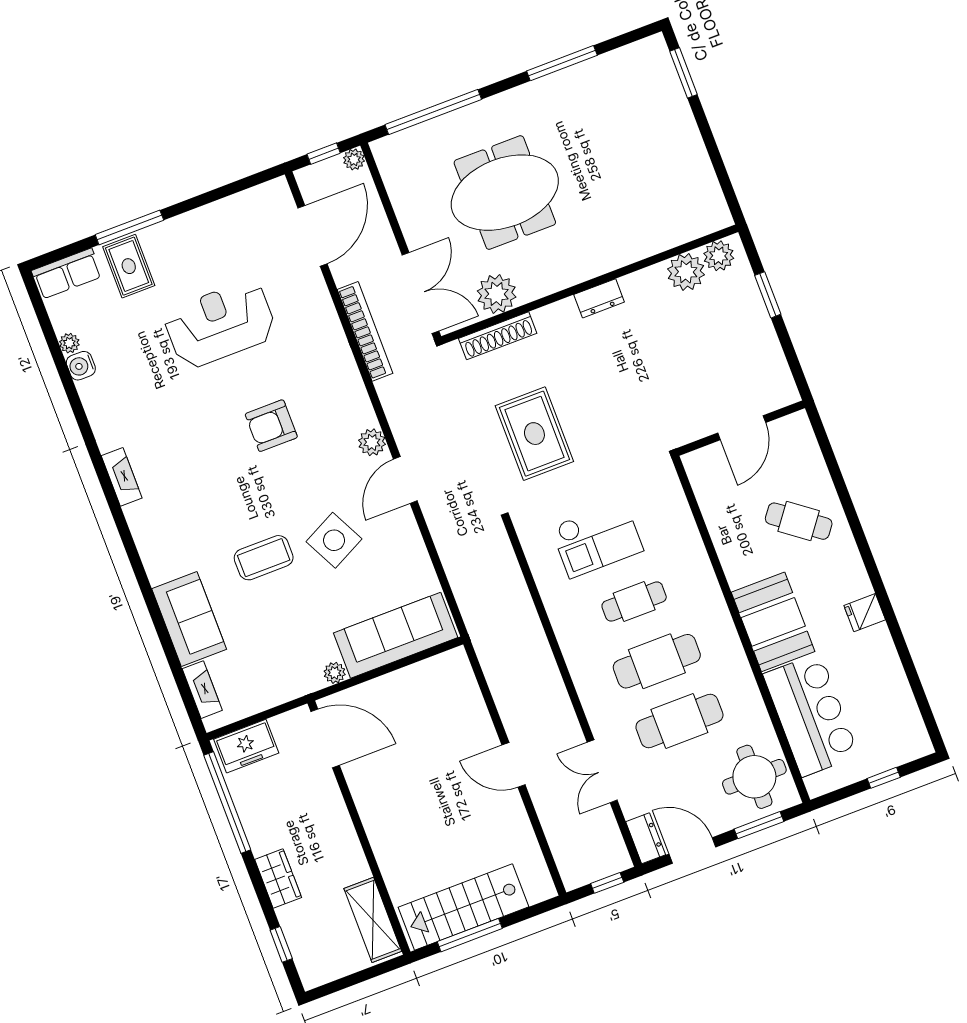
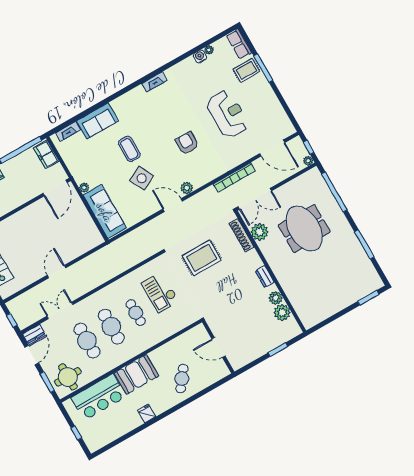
plant: (719, 256) -> (276, 298), moved

